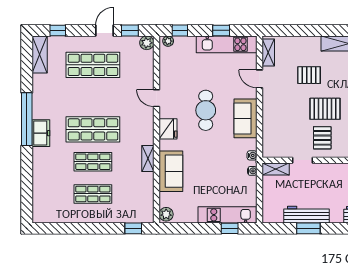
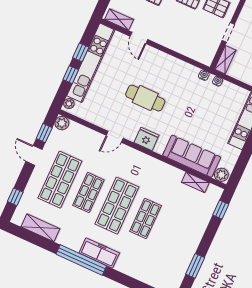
window: (180, 30) -> (71, 75), moved
kitchen unit: (227, 44) -> (91, 63), width x1.36
shelving: (40, 54) -> (40, 228), moved
door: (259, 79) -> (139, 38), hinge flipped
sofa: (245, 118) -> (168, 66), removed
freezer: (41, 133) -> (99, 253), width x1.40
shelving: (148, 159) -> (195, 182), moved
sofa: (171, 171) -> (192, 156), width x1.36
shop shelf: (93, 194) -> (88, 193), moved
window: (70, 228) -> (195, 266), added

